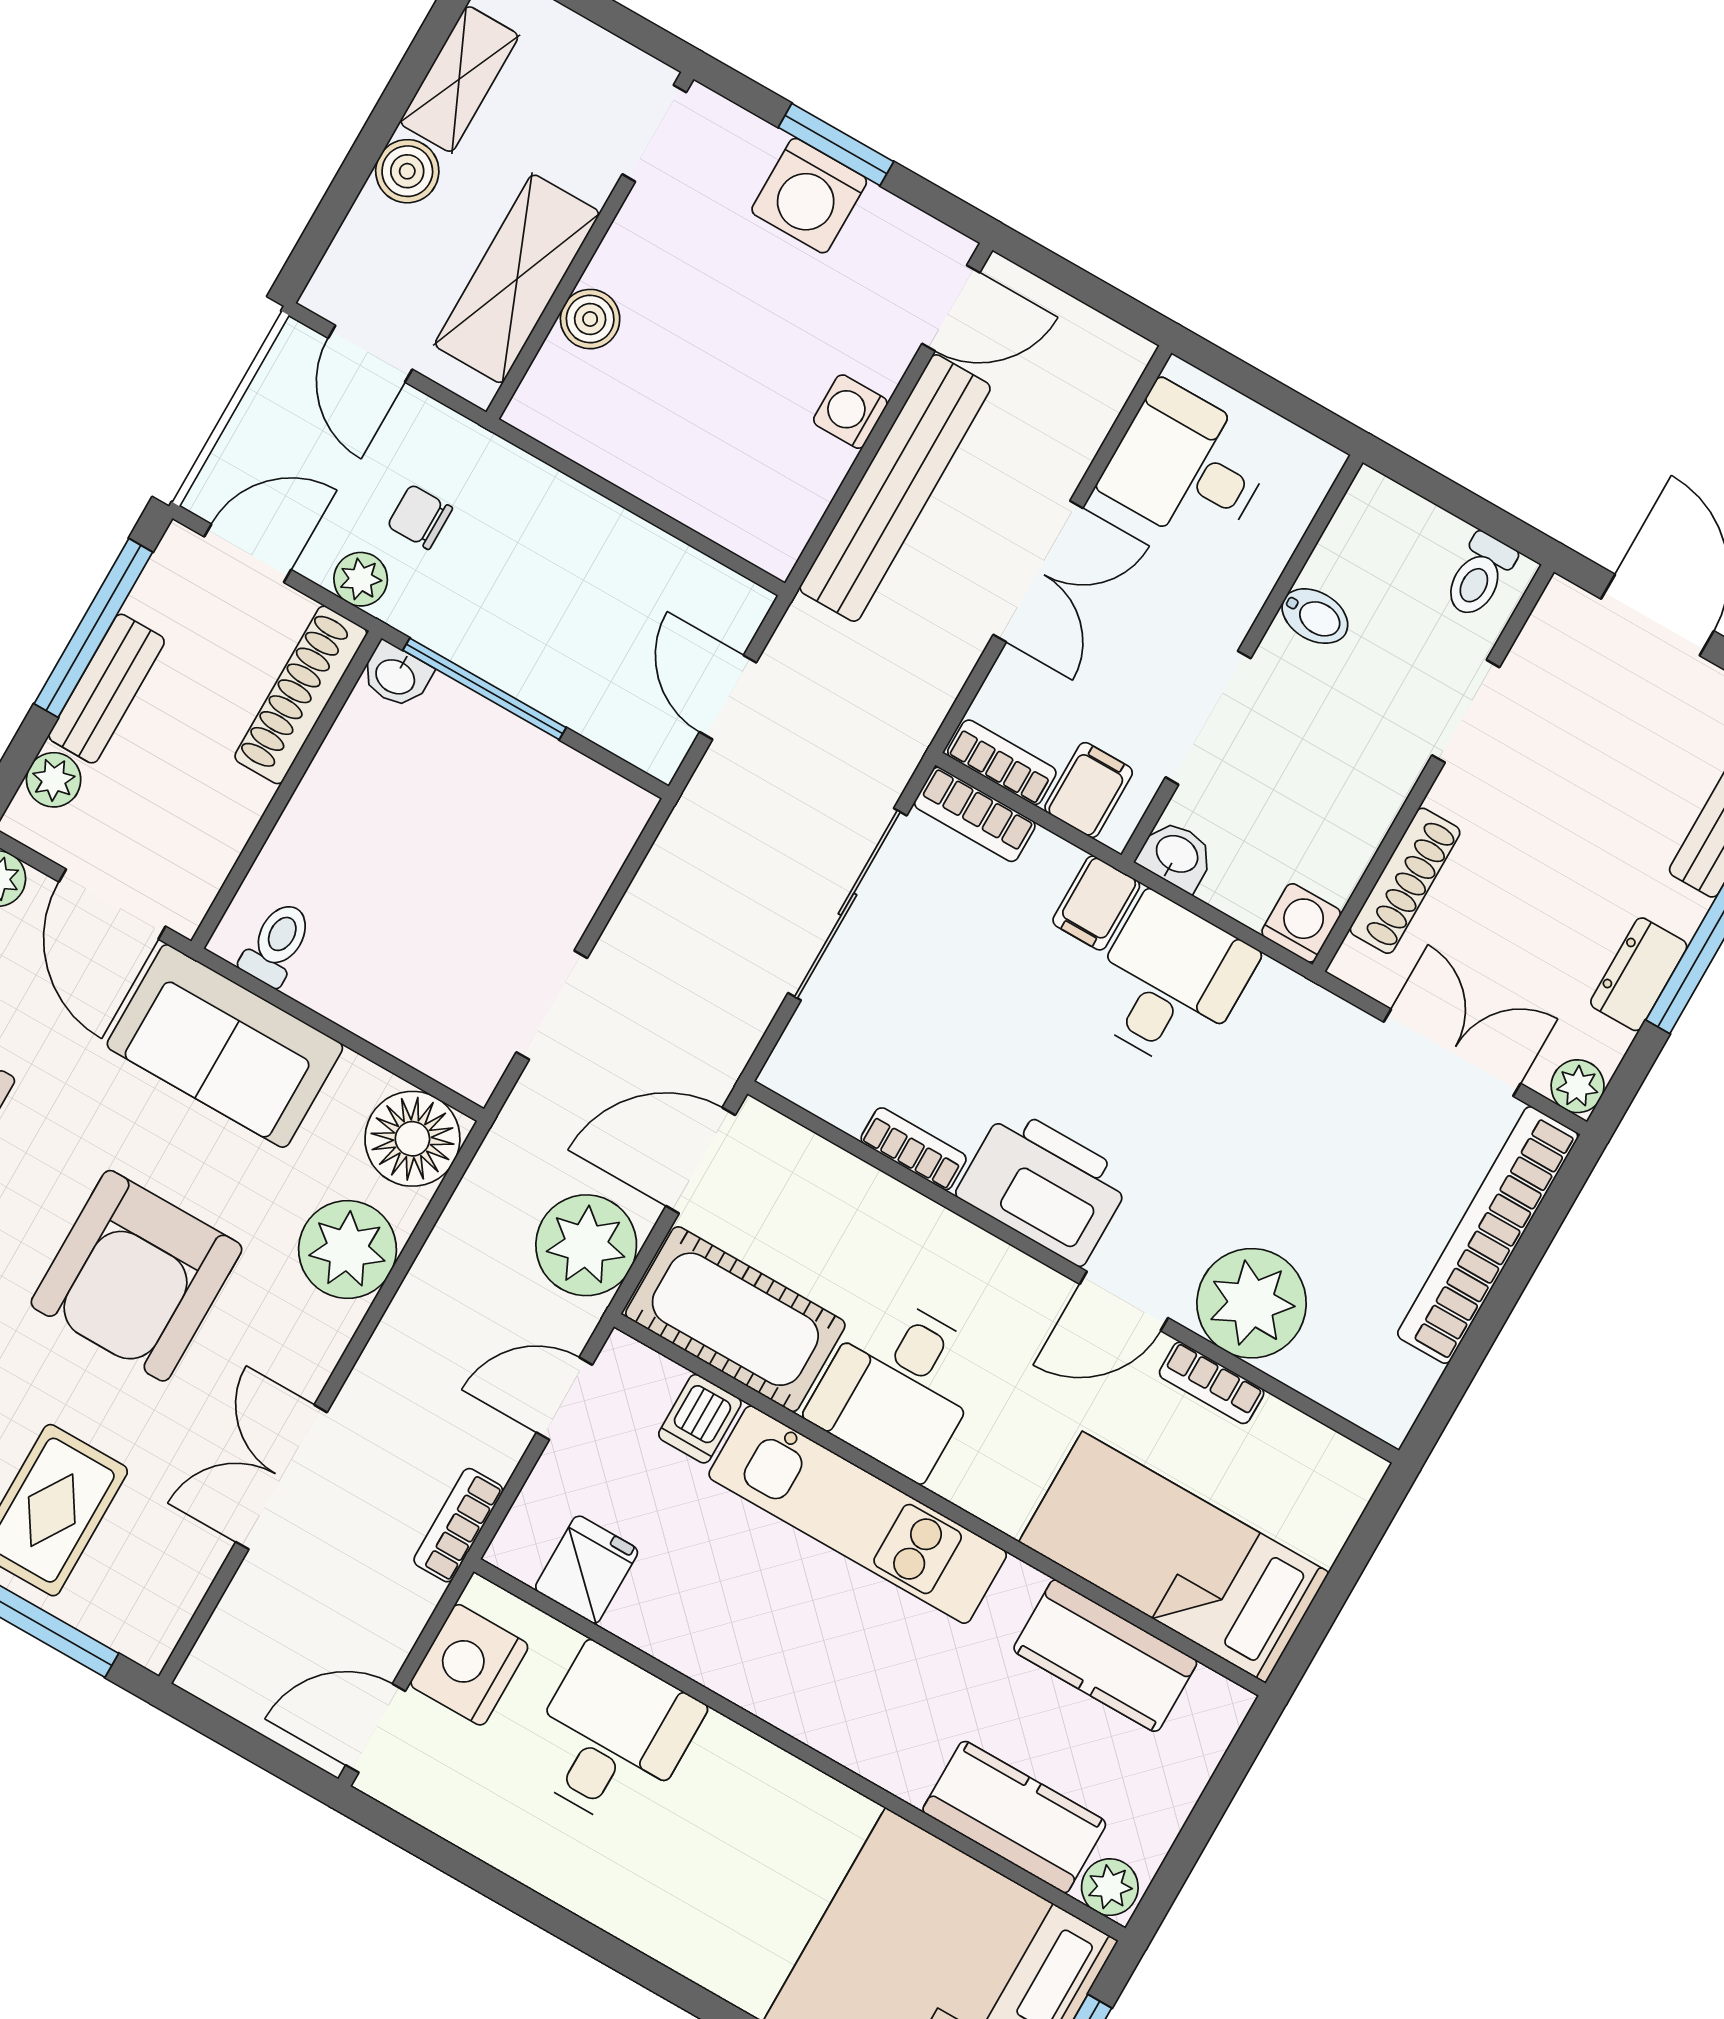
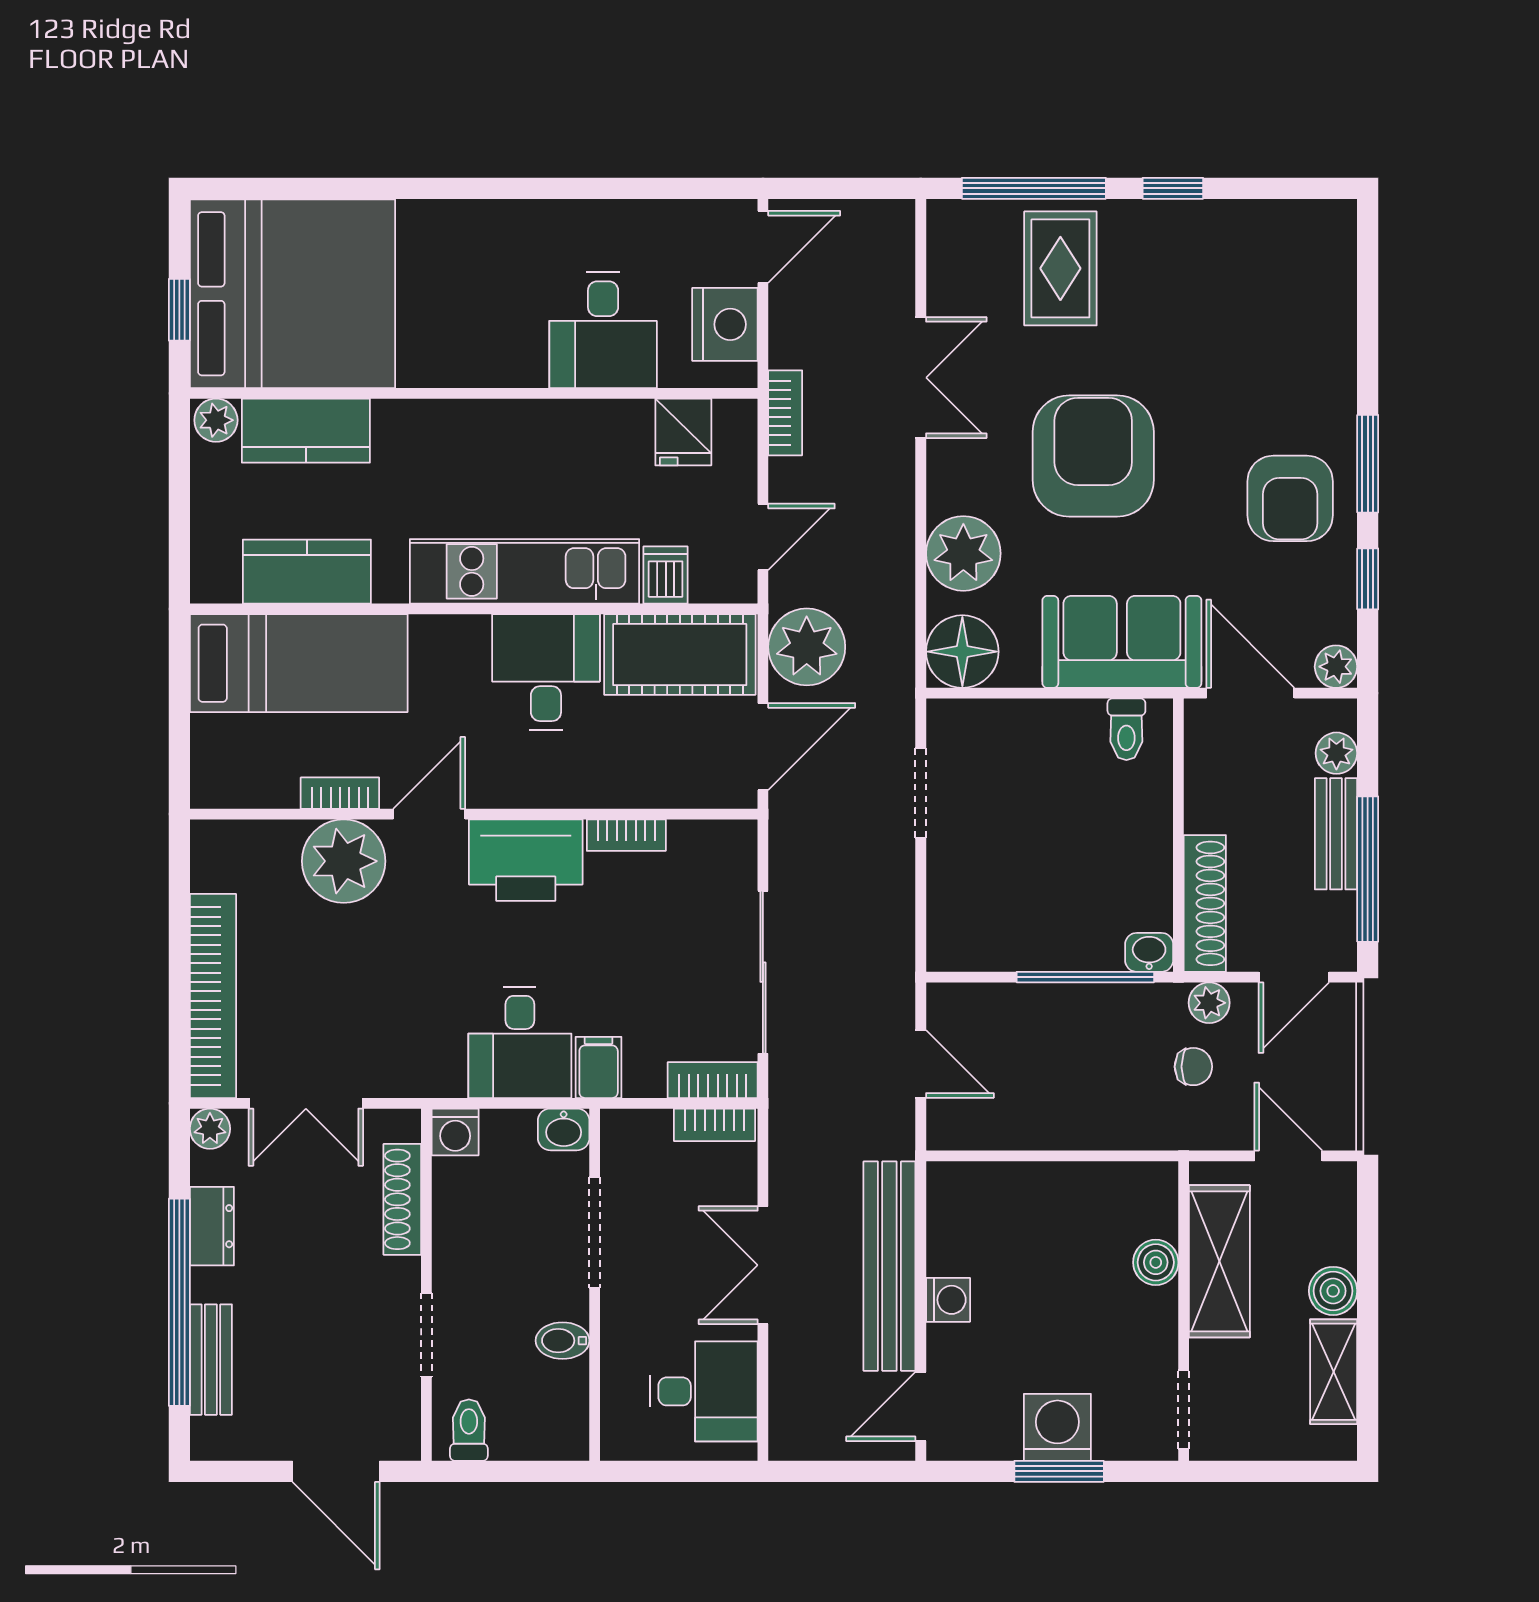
filing cabinet: (1089, 790) -> (646, 1139), removed

